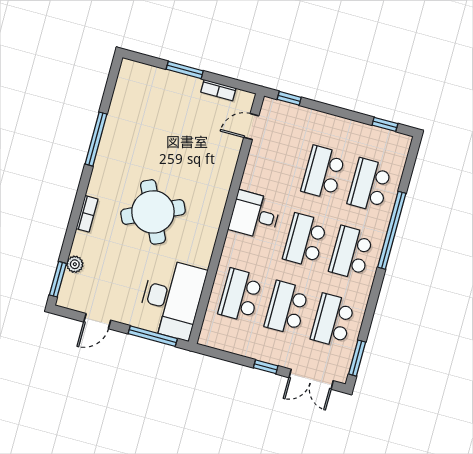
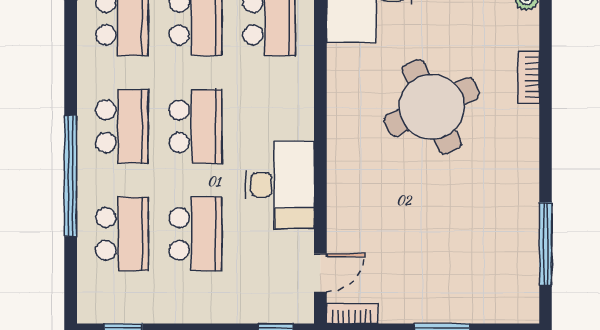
bookcase: (218, 90) -> (352, 313), moved
window: (96, 139) -> (546, 244), moved
desk: (255, 215) -> (280, 185), moved, width x1.37

